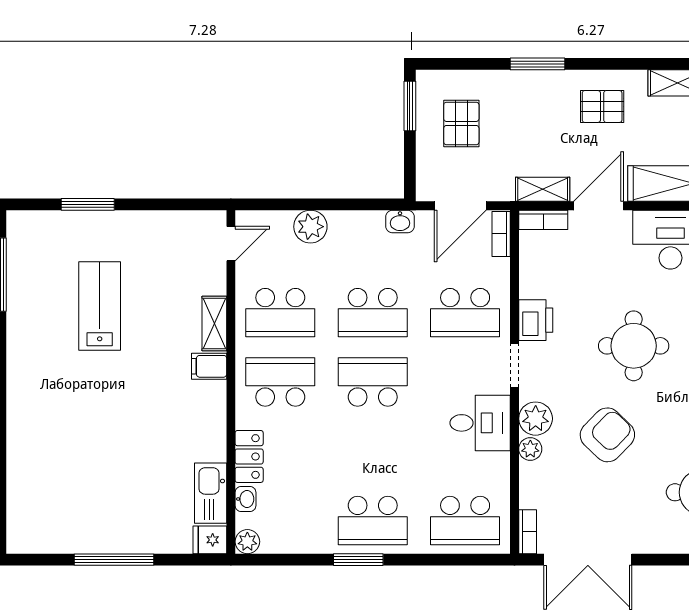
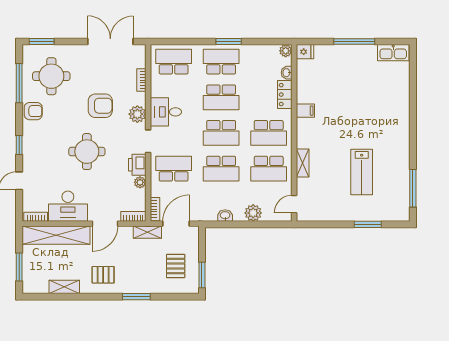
shelving: (543, 189) -> (147, 232), moved
washbasin: (400, 221) -> (225, 216), moved
school desk: (280, 313) -> (269, 169), turned 180
school desk: (373, 313) -> (221, 169), turned 180
filing cabinet: (209, 366) -> (305, 111), moved
armchair: (607, 435) -> (100, 106), turned -134
plant: (530, 449) -> (140, 182), moved
school desk: (373, 451) -> (221, 97), added
kitchen sink: (211, 493) -> (393, 53), moved, turned 90
bookcase: (528, 532) -> (141, 80), moved

